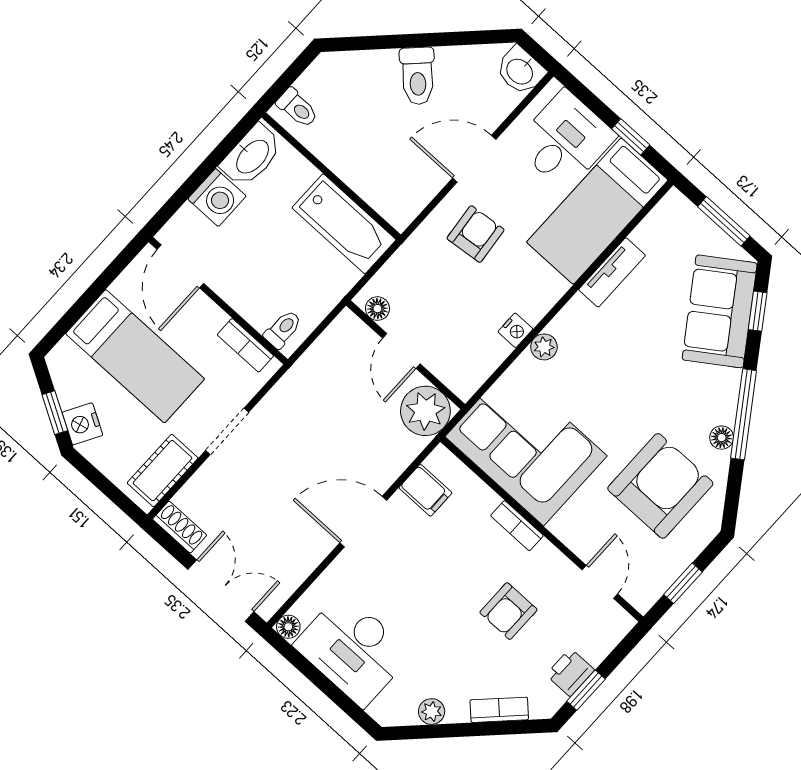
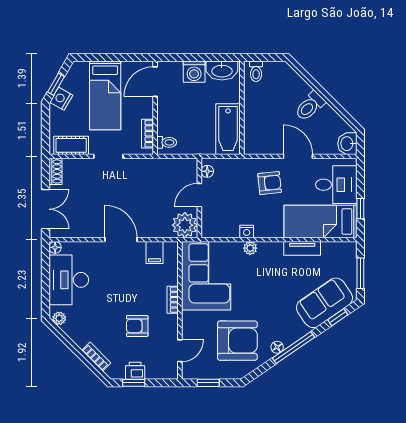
plant: (432, 712) -> (59, 318), moved

